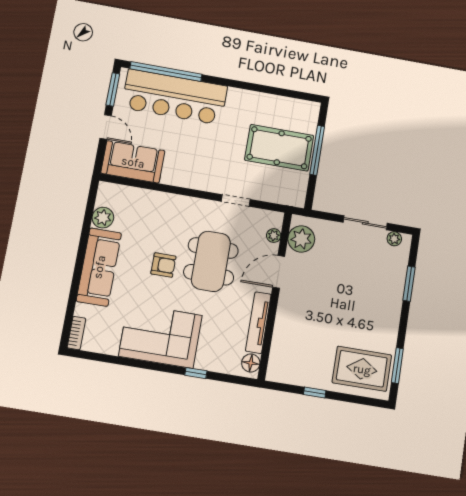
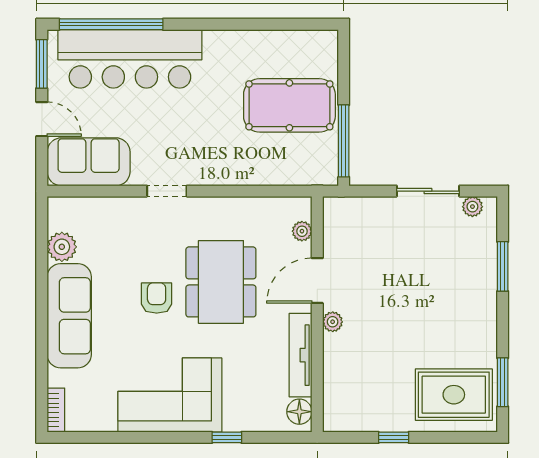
window: (317, 150) -> (344, 141), moved
doorway: (236, 200) -> (167, 191), moved
plant: (301, 239) -> (333, 322), moved, width x0.53, depth x0.53
armchair: (163, 265) -> (157, 298), turned -90

